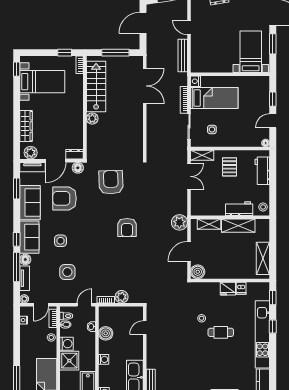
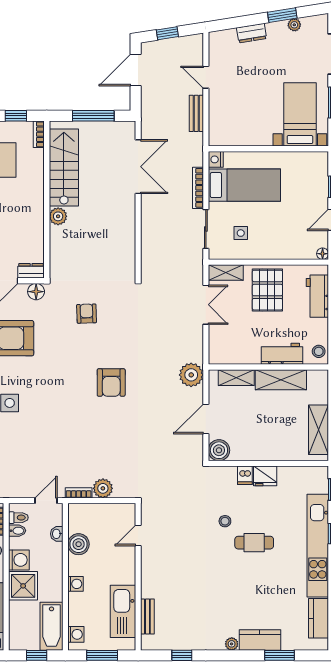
bench: (183, 55) -> (196, 113), width x0.73
pallet: (229, 167) -> (267, 290), width x1.50, depth x1.42
armchair: (111, 182) -> (87, 314), width x0.53, depth x0.53
side table: (67, 272) -> (20, 451), removed
dishwasher: (241, 288) -> (245, 475), moved

